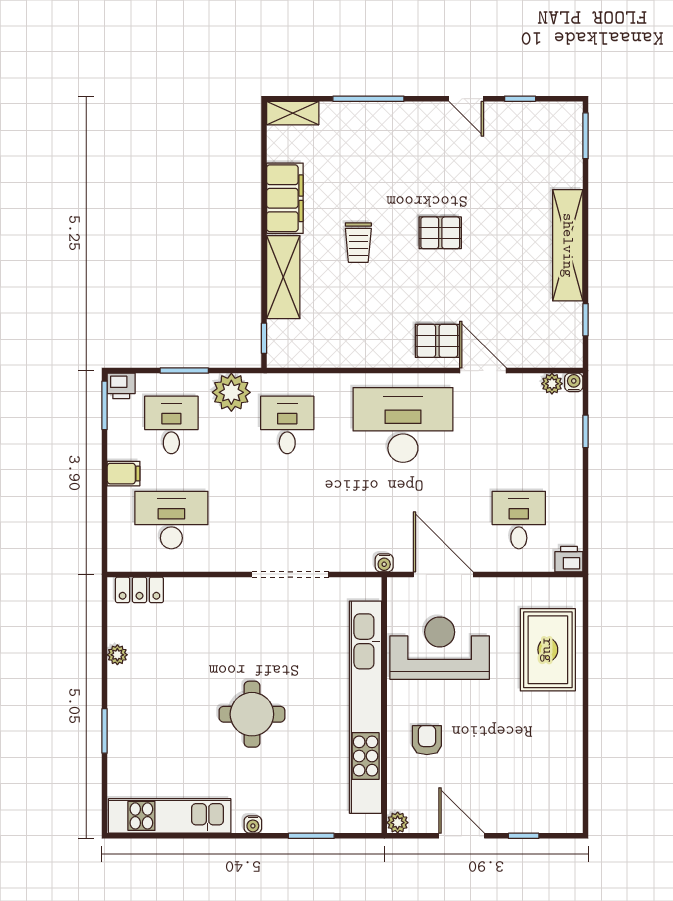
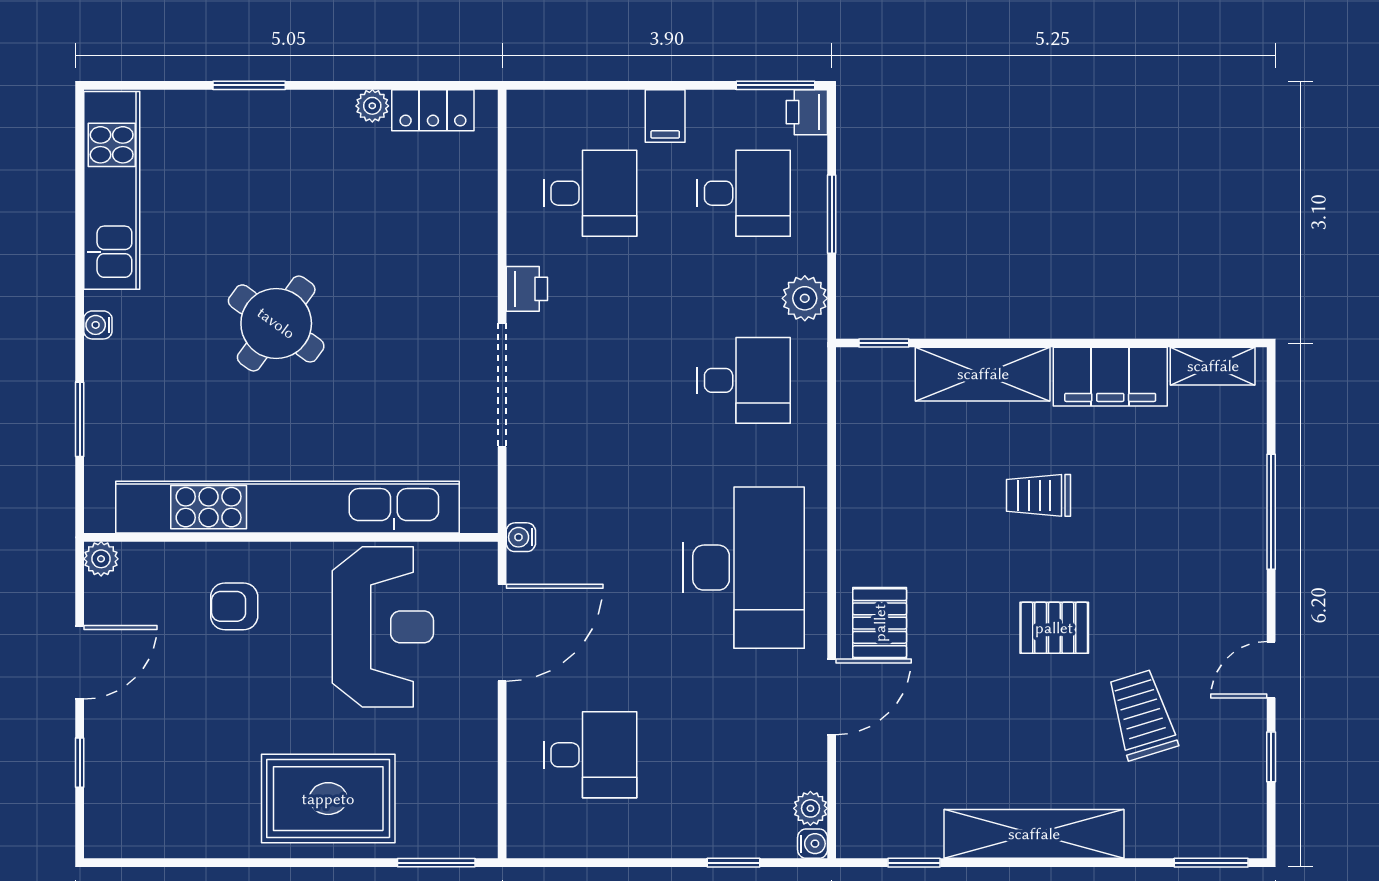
shelving: (293, 113) -> (1213, 366), moved, turned 90
trolley: (494, 179) -> (1142, 715), added
pallet: (440, 233) -> (1054, 628), turned 90
plant: (231, 392) -> (805, 298), width x0.73, depth x0.73
desk: (171, 520) -> (590, 193), width x0.73
printer: (569, 559) -> (527, 289), moved
locker: (139, 590) -> (433, 110), moved, turned -90
window: (586, 615) -> (436, 863), added
rug: (548, 650) -> (328, 799), moved
round table: (252, 714) -> (276, 323), turned 36
armchair: (427, 740) -> (234, 606), turned 180

